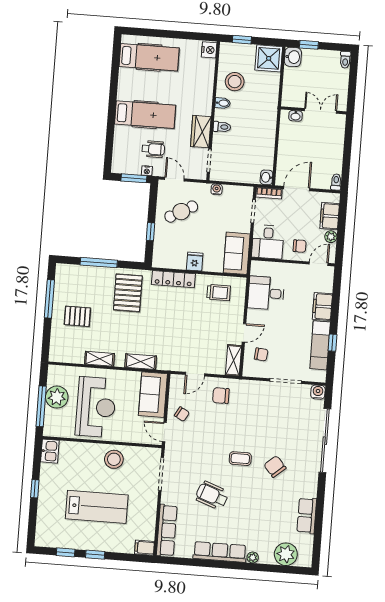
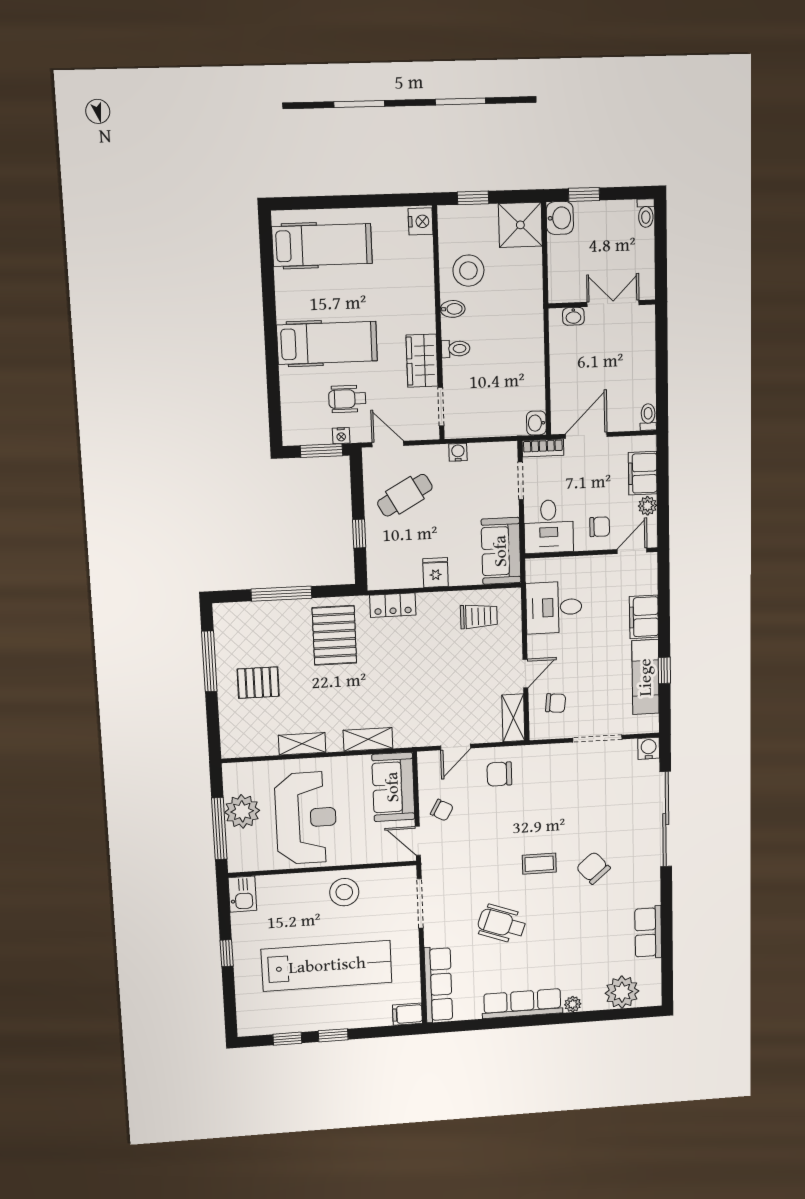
wheelchair: (153, 149) -> (347, 399), turned 180
locker: (173, 279) -> (393, 605), width x0.66
lab bench: (97, 507) -> (327, 966), width x1.36

